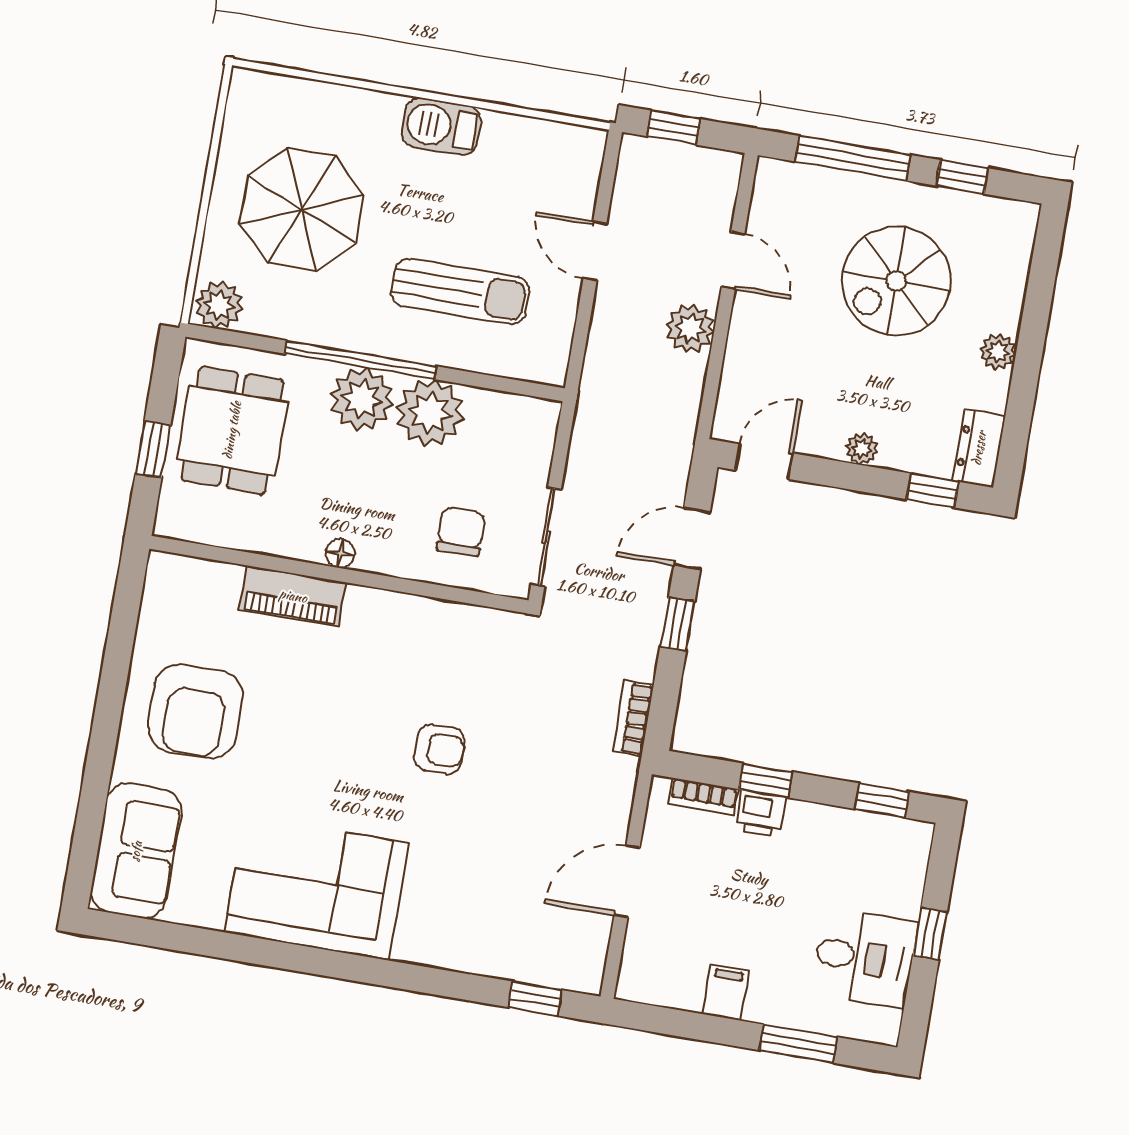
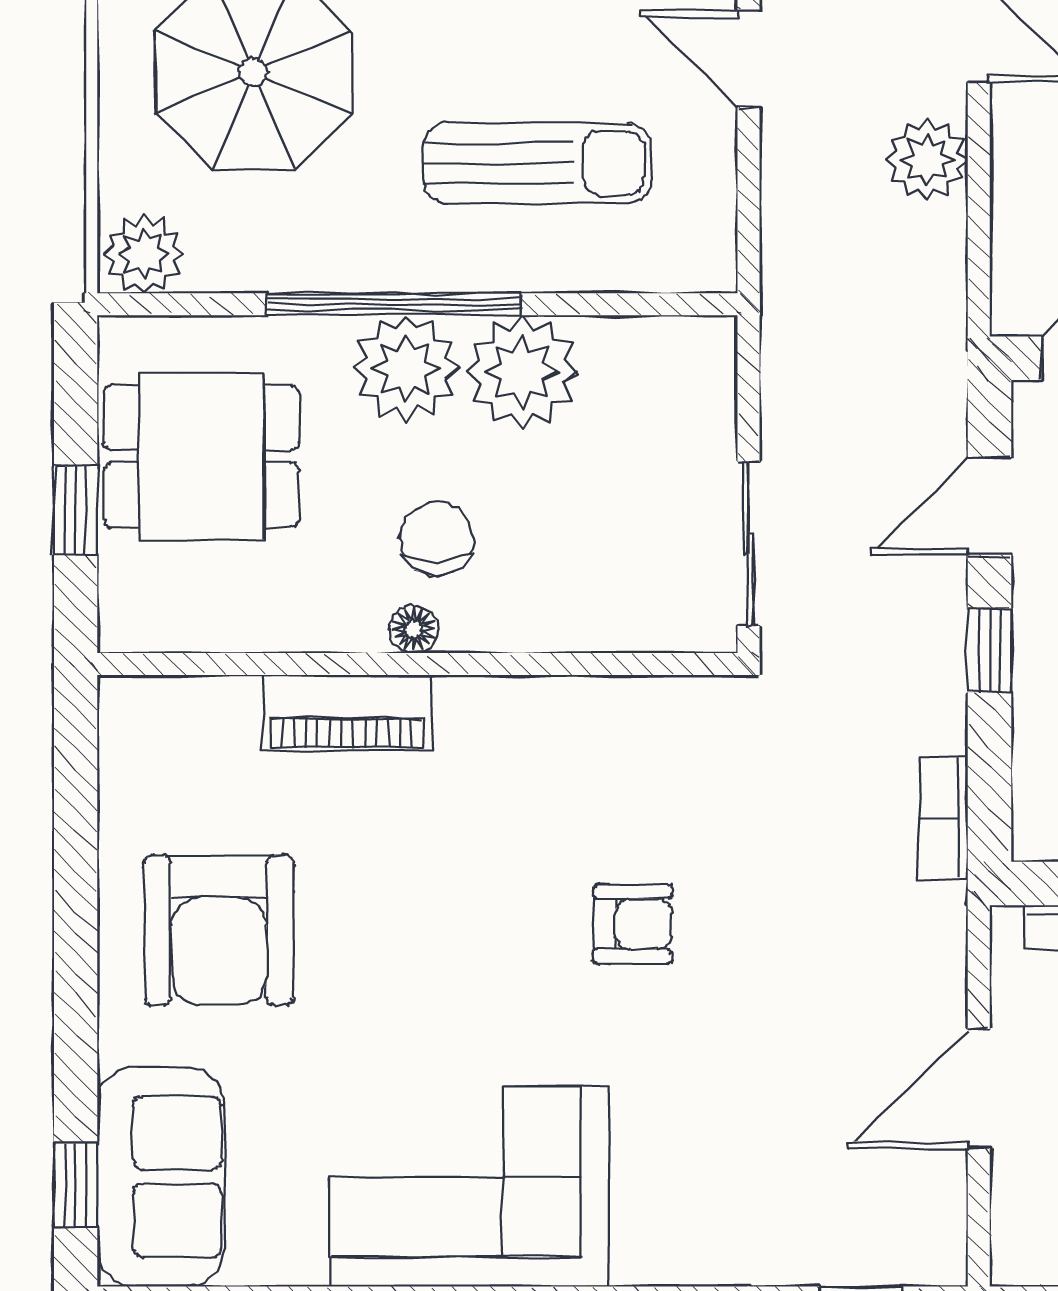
dining table: (232, 430) -> (201, 456), turned 90
chair: (461, 532) -> (437, 539), moved
window: (85, 847) -> (76, 1185), added

